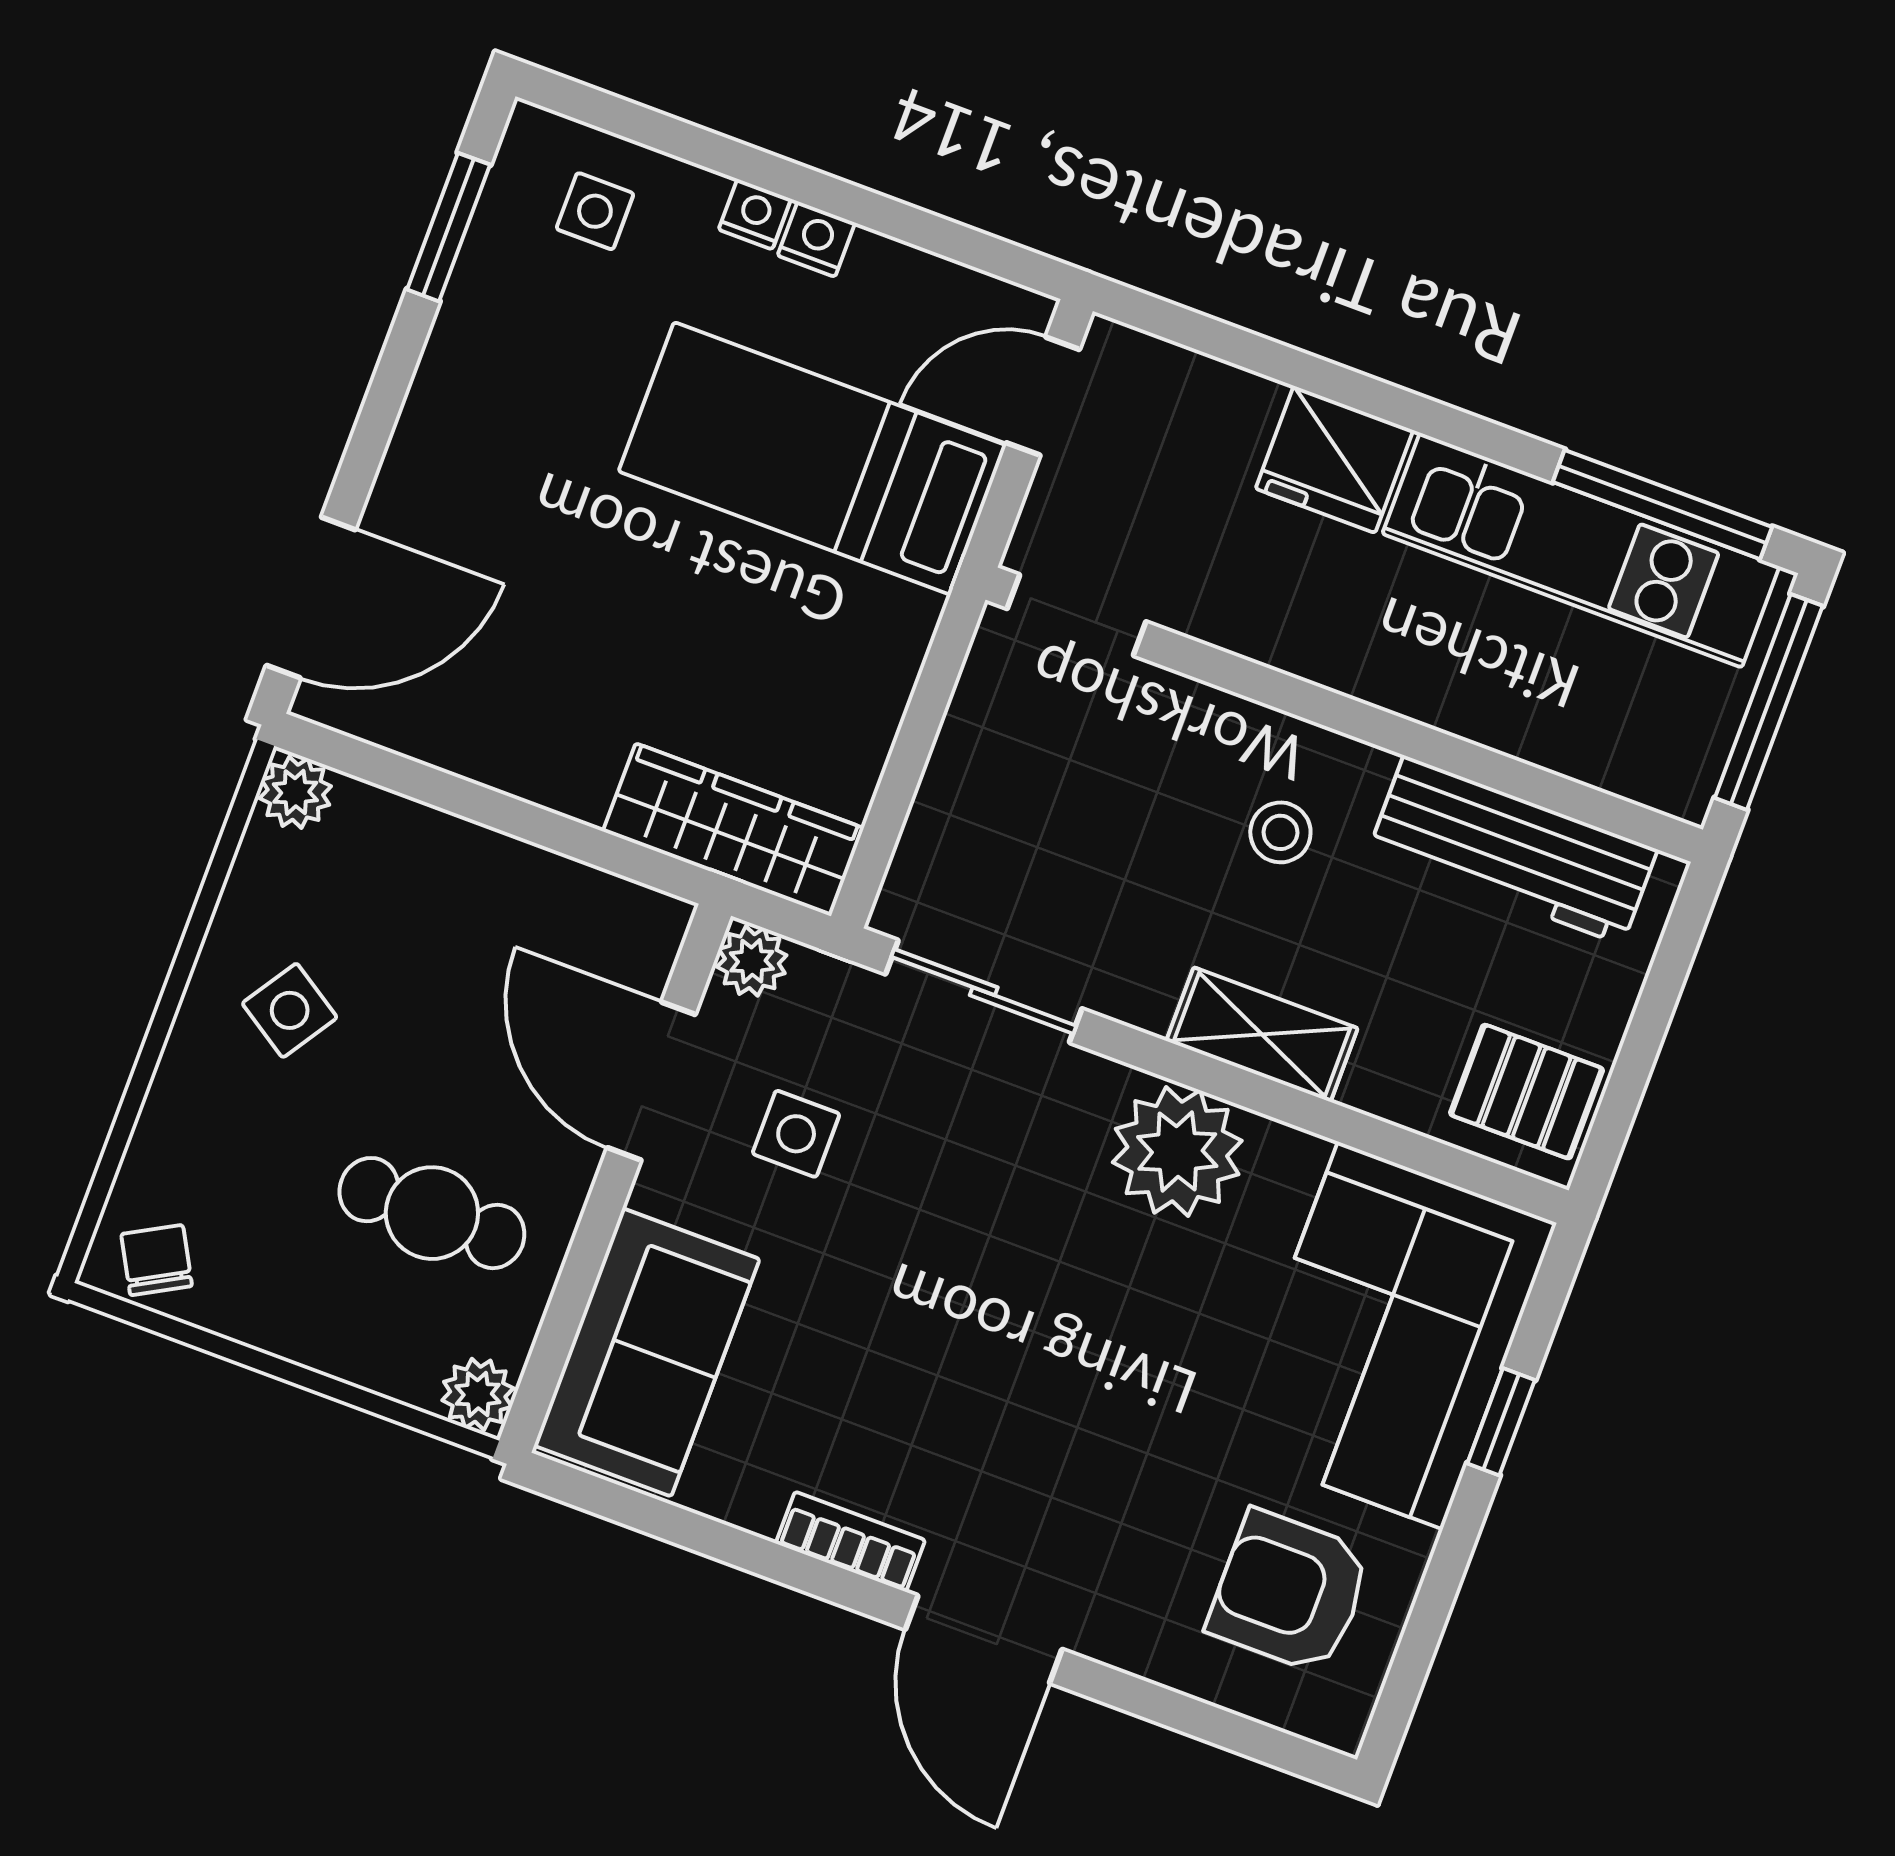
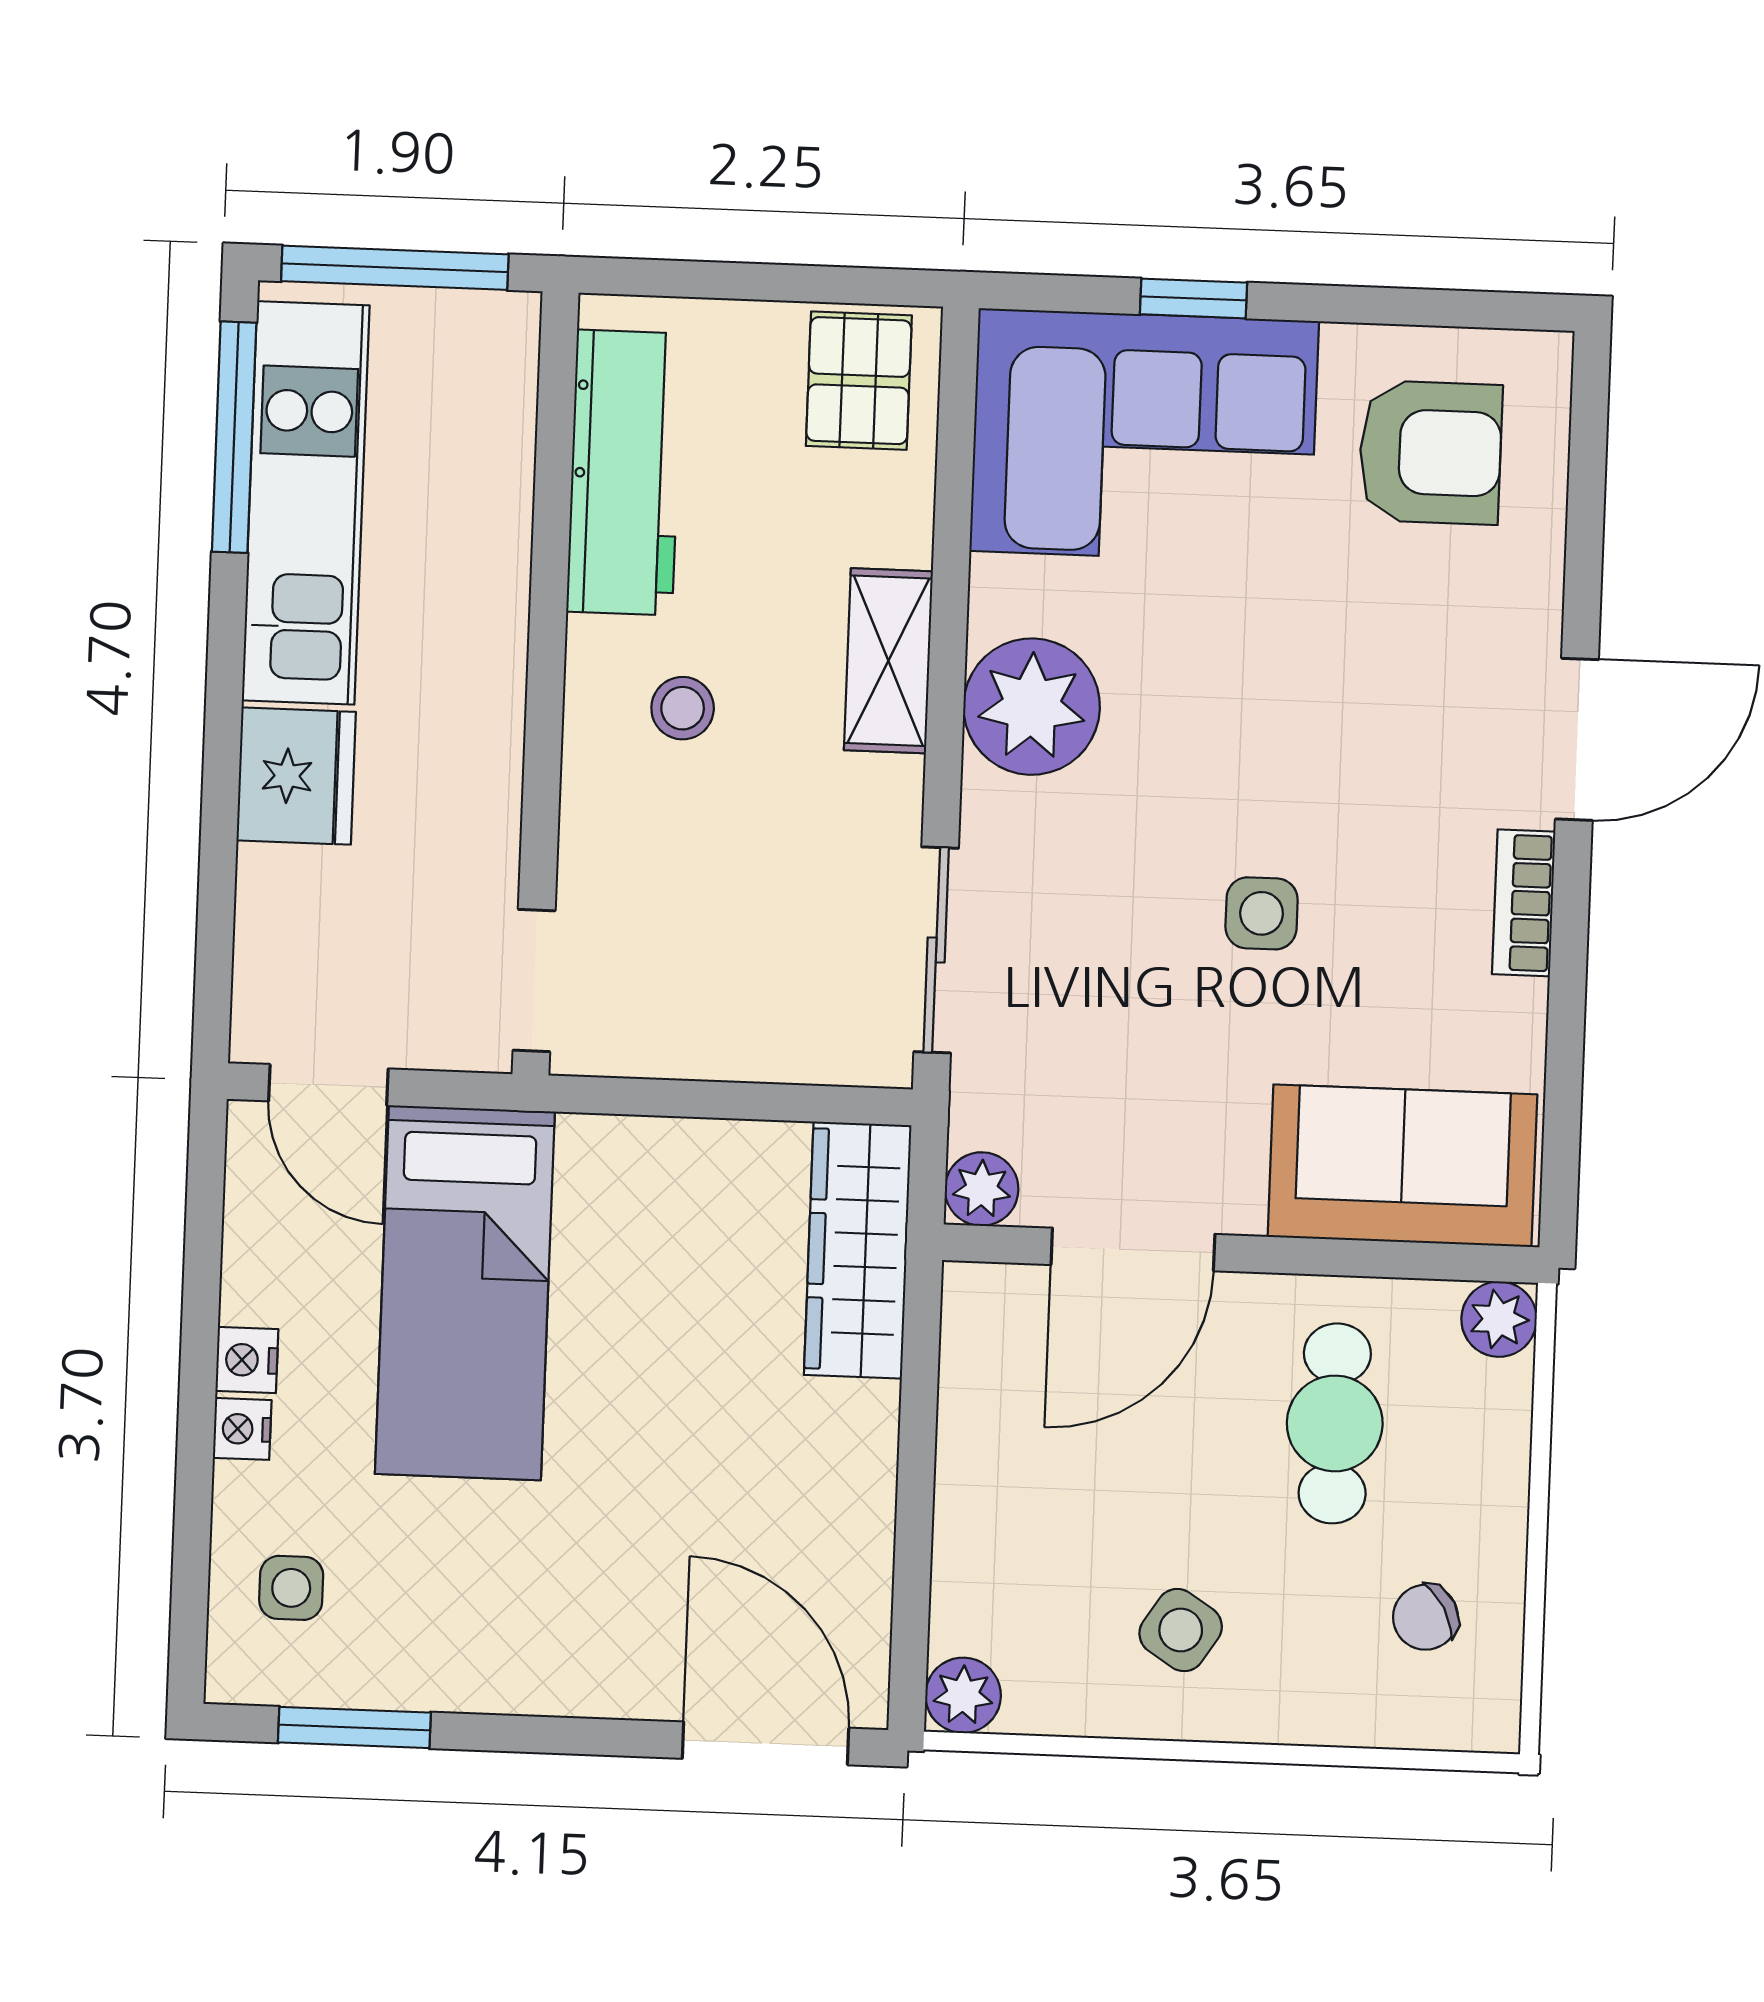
side table: (796, 1134) -> (1262, 913), moved
chair: (157, 1260) -> (1426, 1617), moved
armchair: (1289, 1592) -> (1430, 452), turned -90

